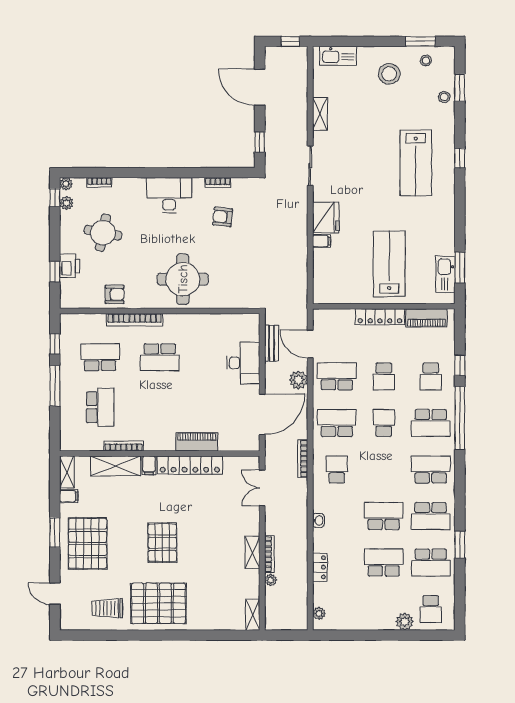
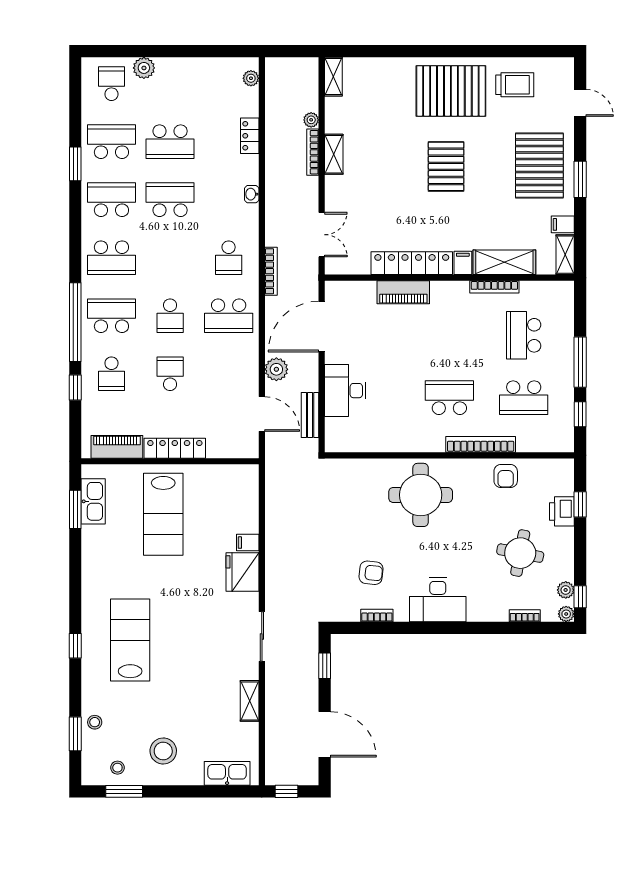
armchair: (115, 294) -> (506, 476), turned -90
school desk: (337, 376) -> (229, 374), removed
school desk: (431, 376) -> (111, 374), turned 180
school desk: (384, 516) -> (170, 200), turned 180

